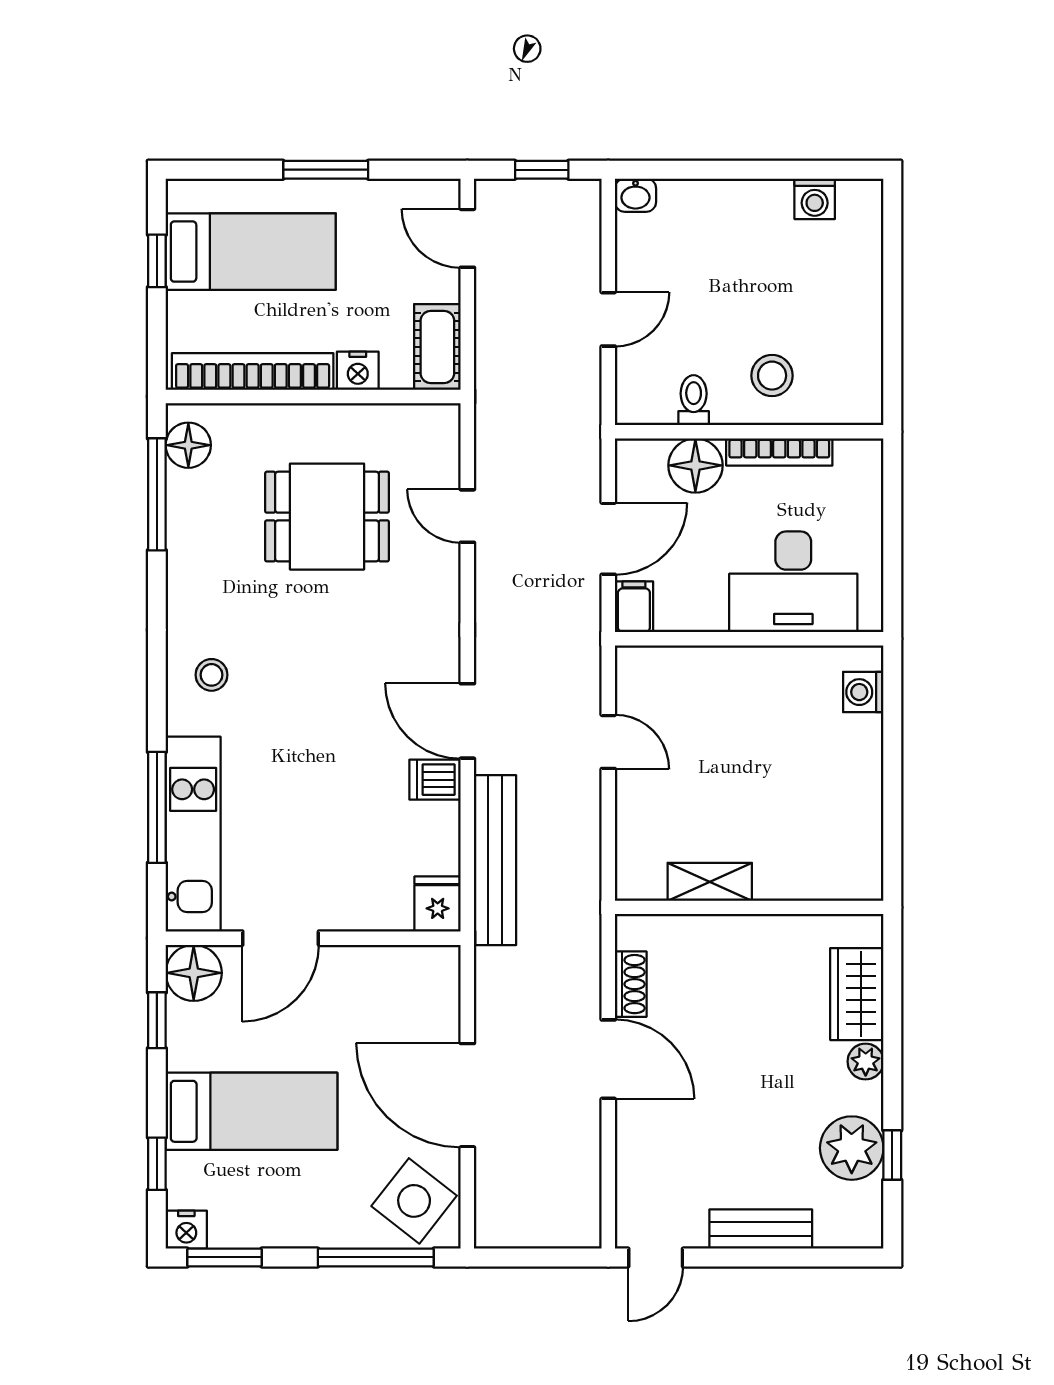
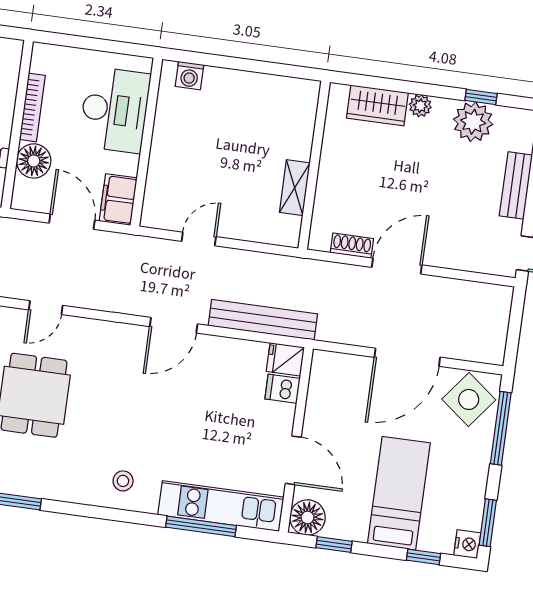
filing cabinet: (634, 607) -> (118, 200), width x2.00
dishwasher: (435, 780) -> (283, 389), moved, turned 90

